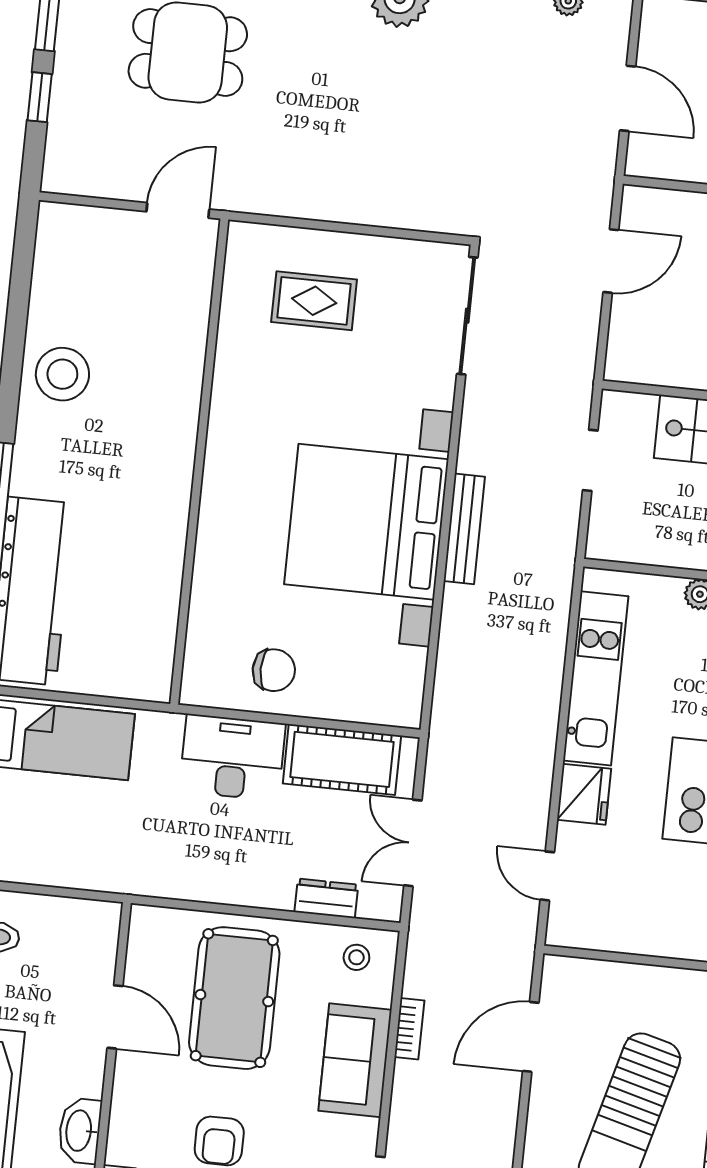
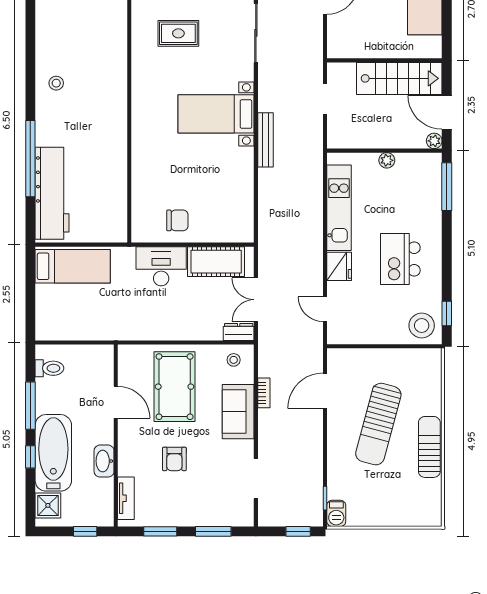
stool: (62, 374) -> (56, 83), width x0.53, depth x0.53
bed with nightstands: (366, 522) -> (216, 114), width x0.54
dresser: (326, 898) -> (239, 332), moved

